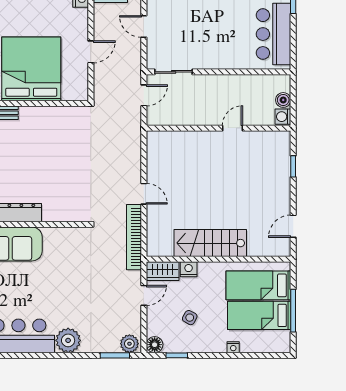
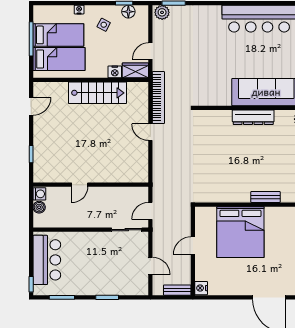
side table: (190, 318) -> (104, 25), moved
plant: (68, 340) -> (211, 15), removed
floor lamp: (155, 345) -> (128, 12), moved

